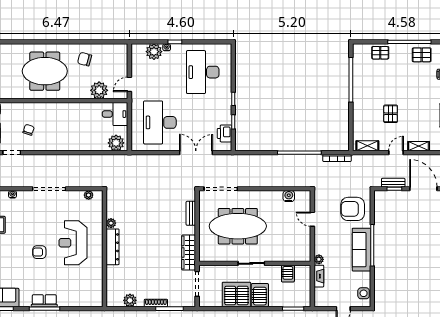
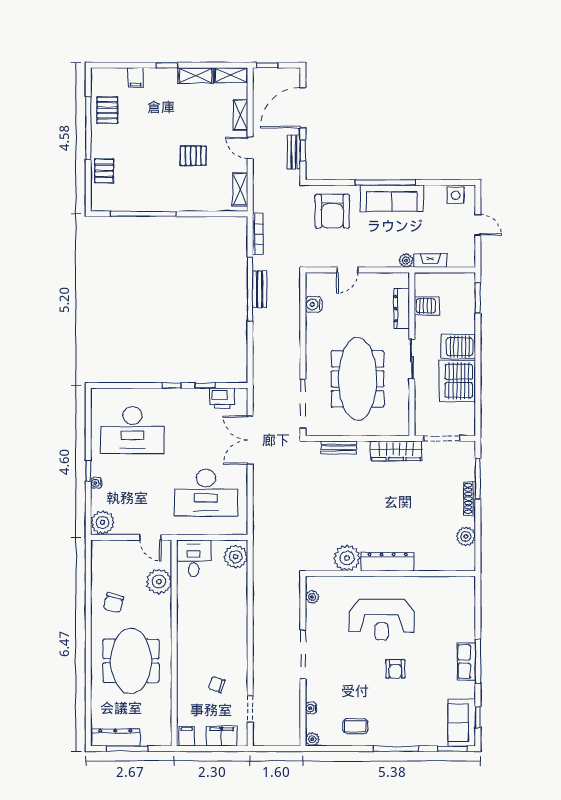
plant: (154, 52) -> (103, 522), moved
bench: (299, 159) -> (260, 289), added
plant: (111, 223) -> (347, 558), width x1.87, depth x1.87
dresser: (286, 256) -> (402, 309), added

